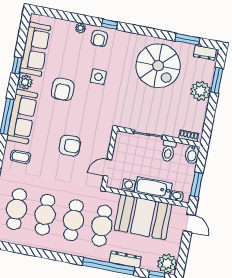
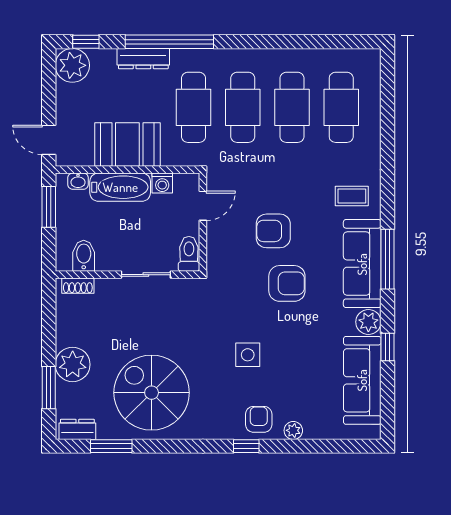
armchair: (63, 89) -> (287, 283), moved, turned 90
toilet: (168, 151) -> (189, 254), moved
bidet: (192, 154) -> (84, 256), moved
booth: (143, 217) -> (127, 145), width x0.73, depth x0.70

